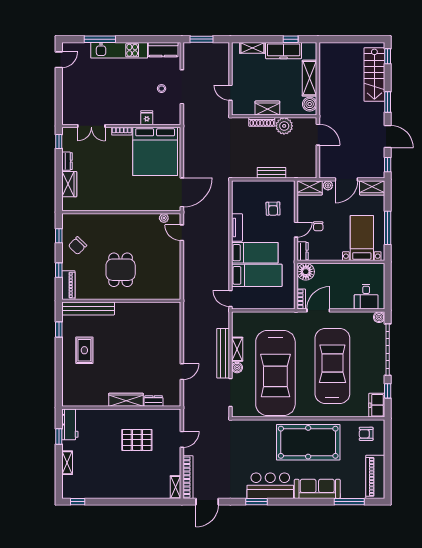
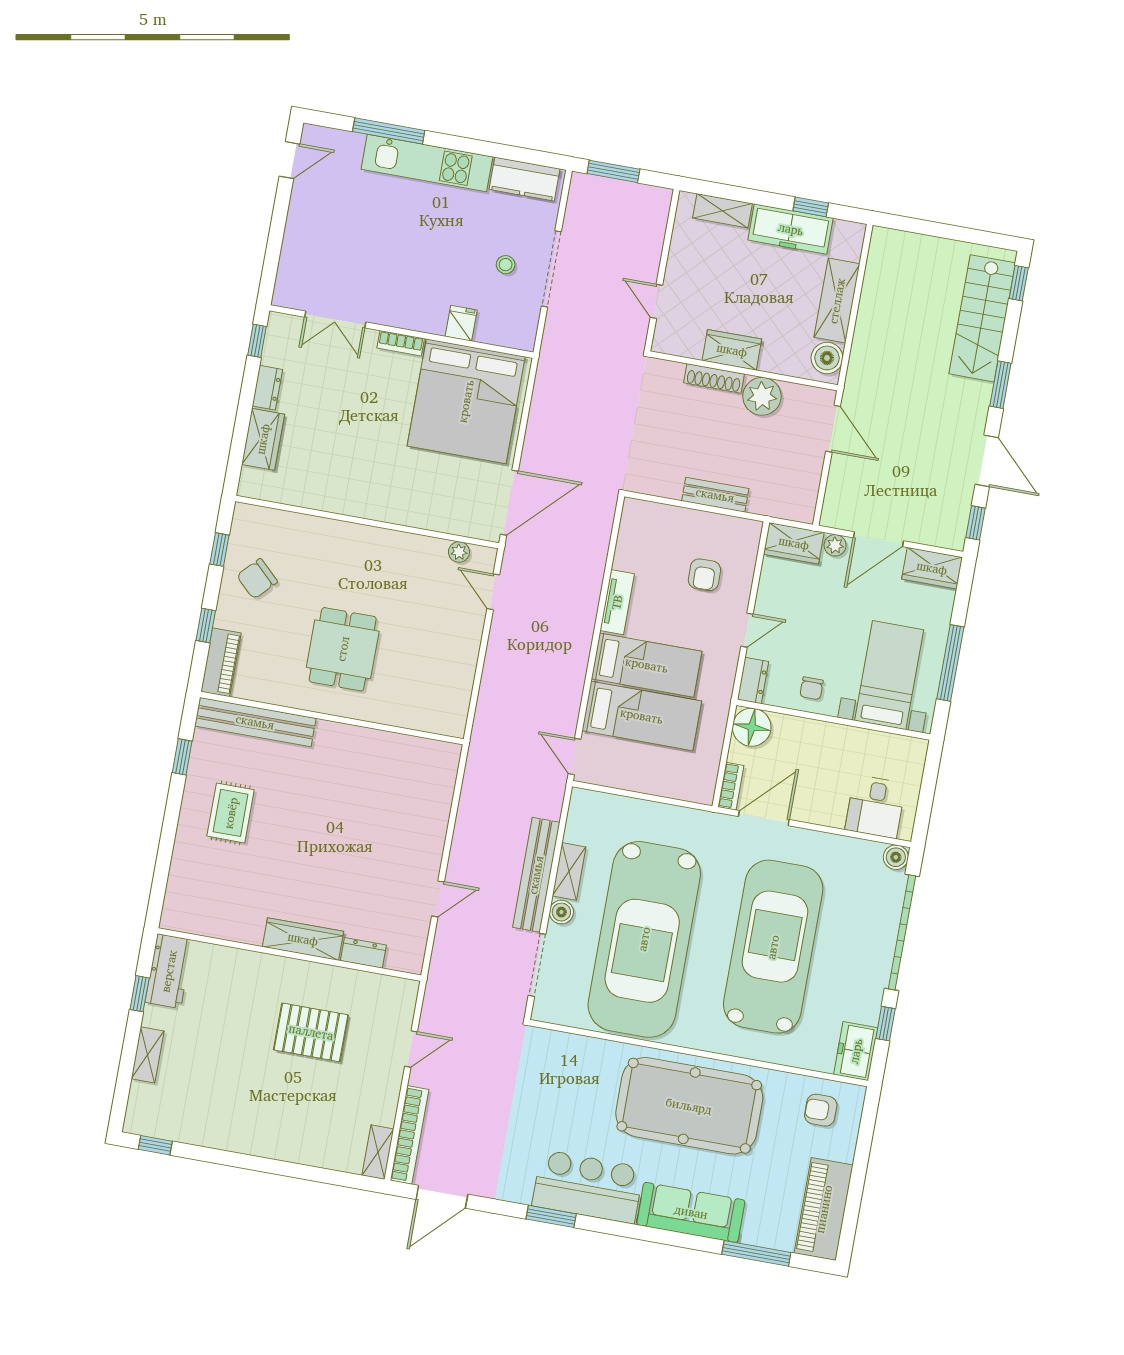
chair: (318, 226) -> (812, 688), moved

